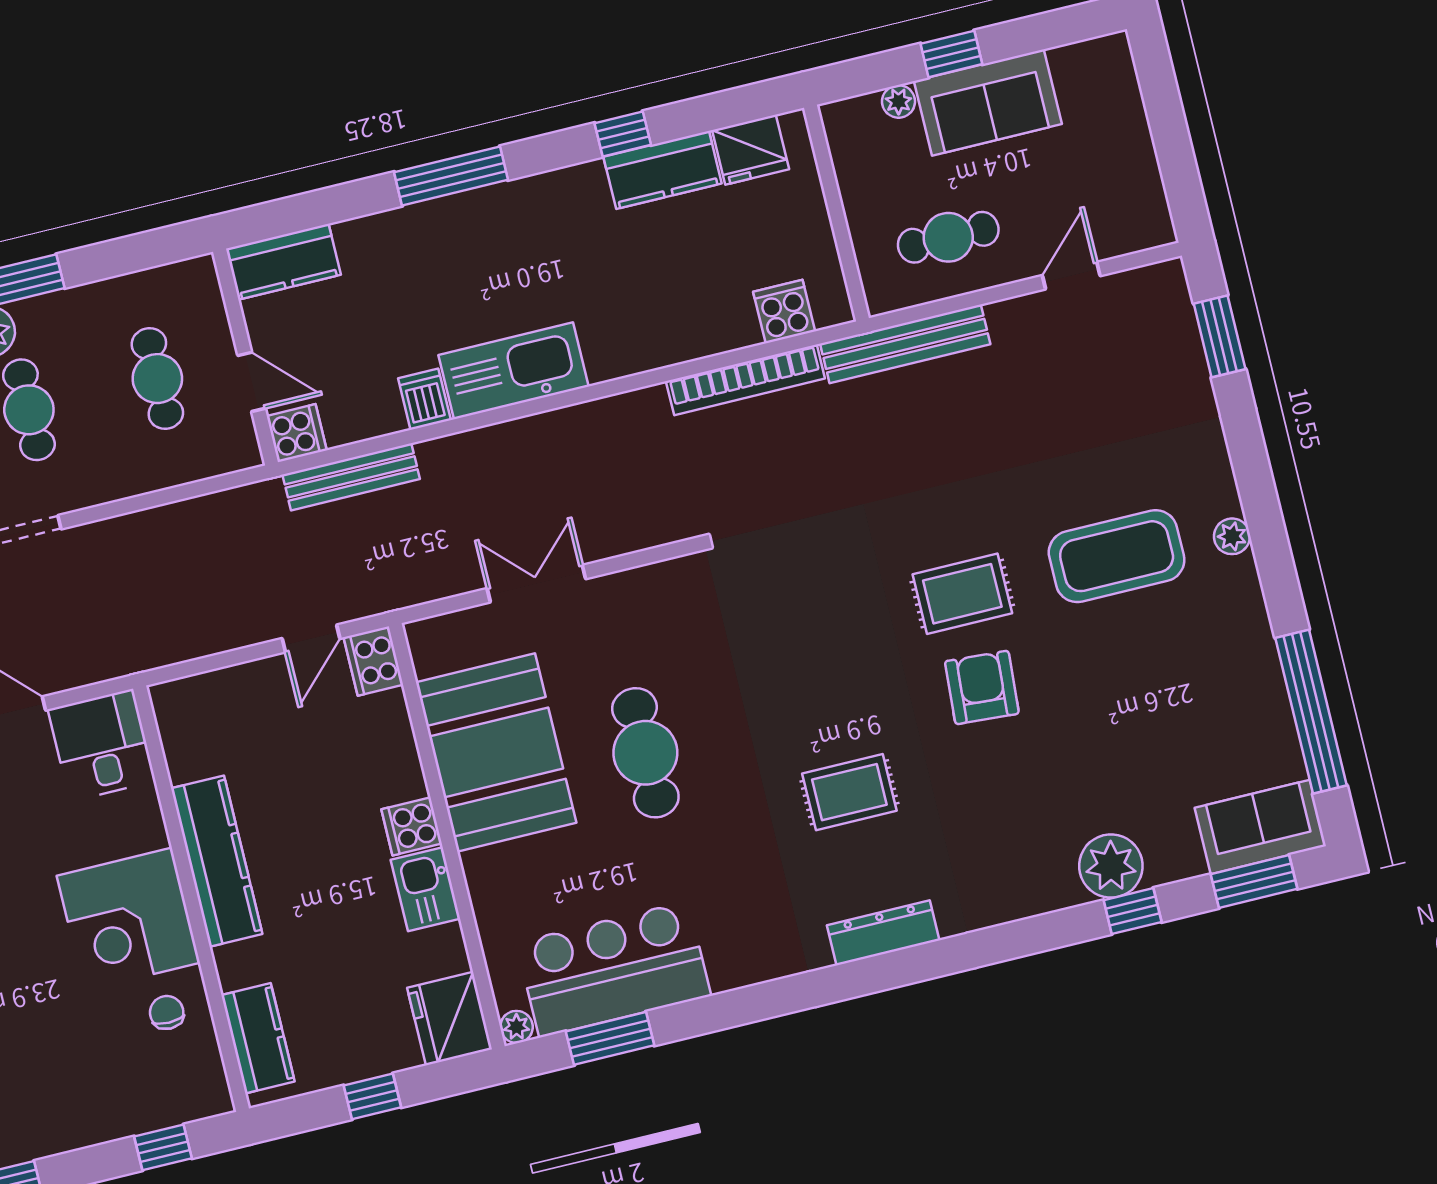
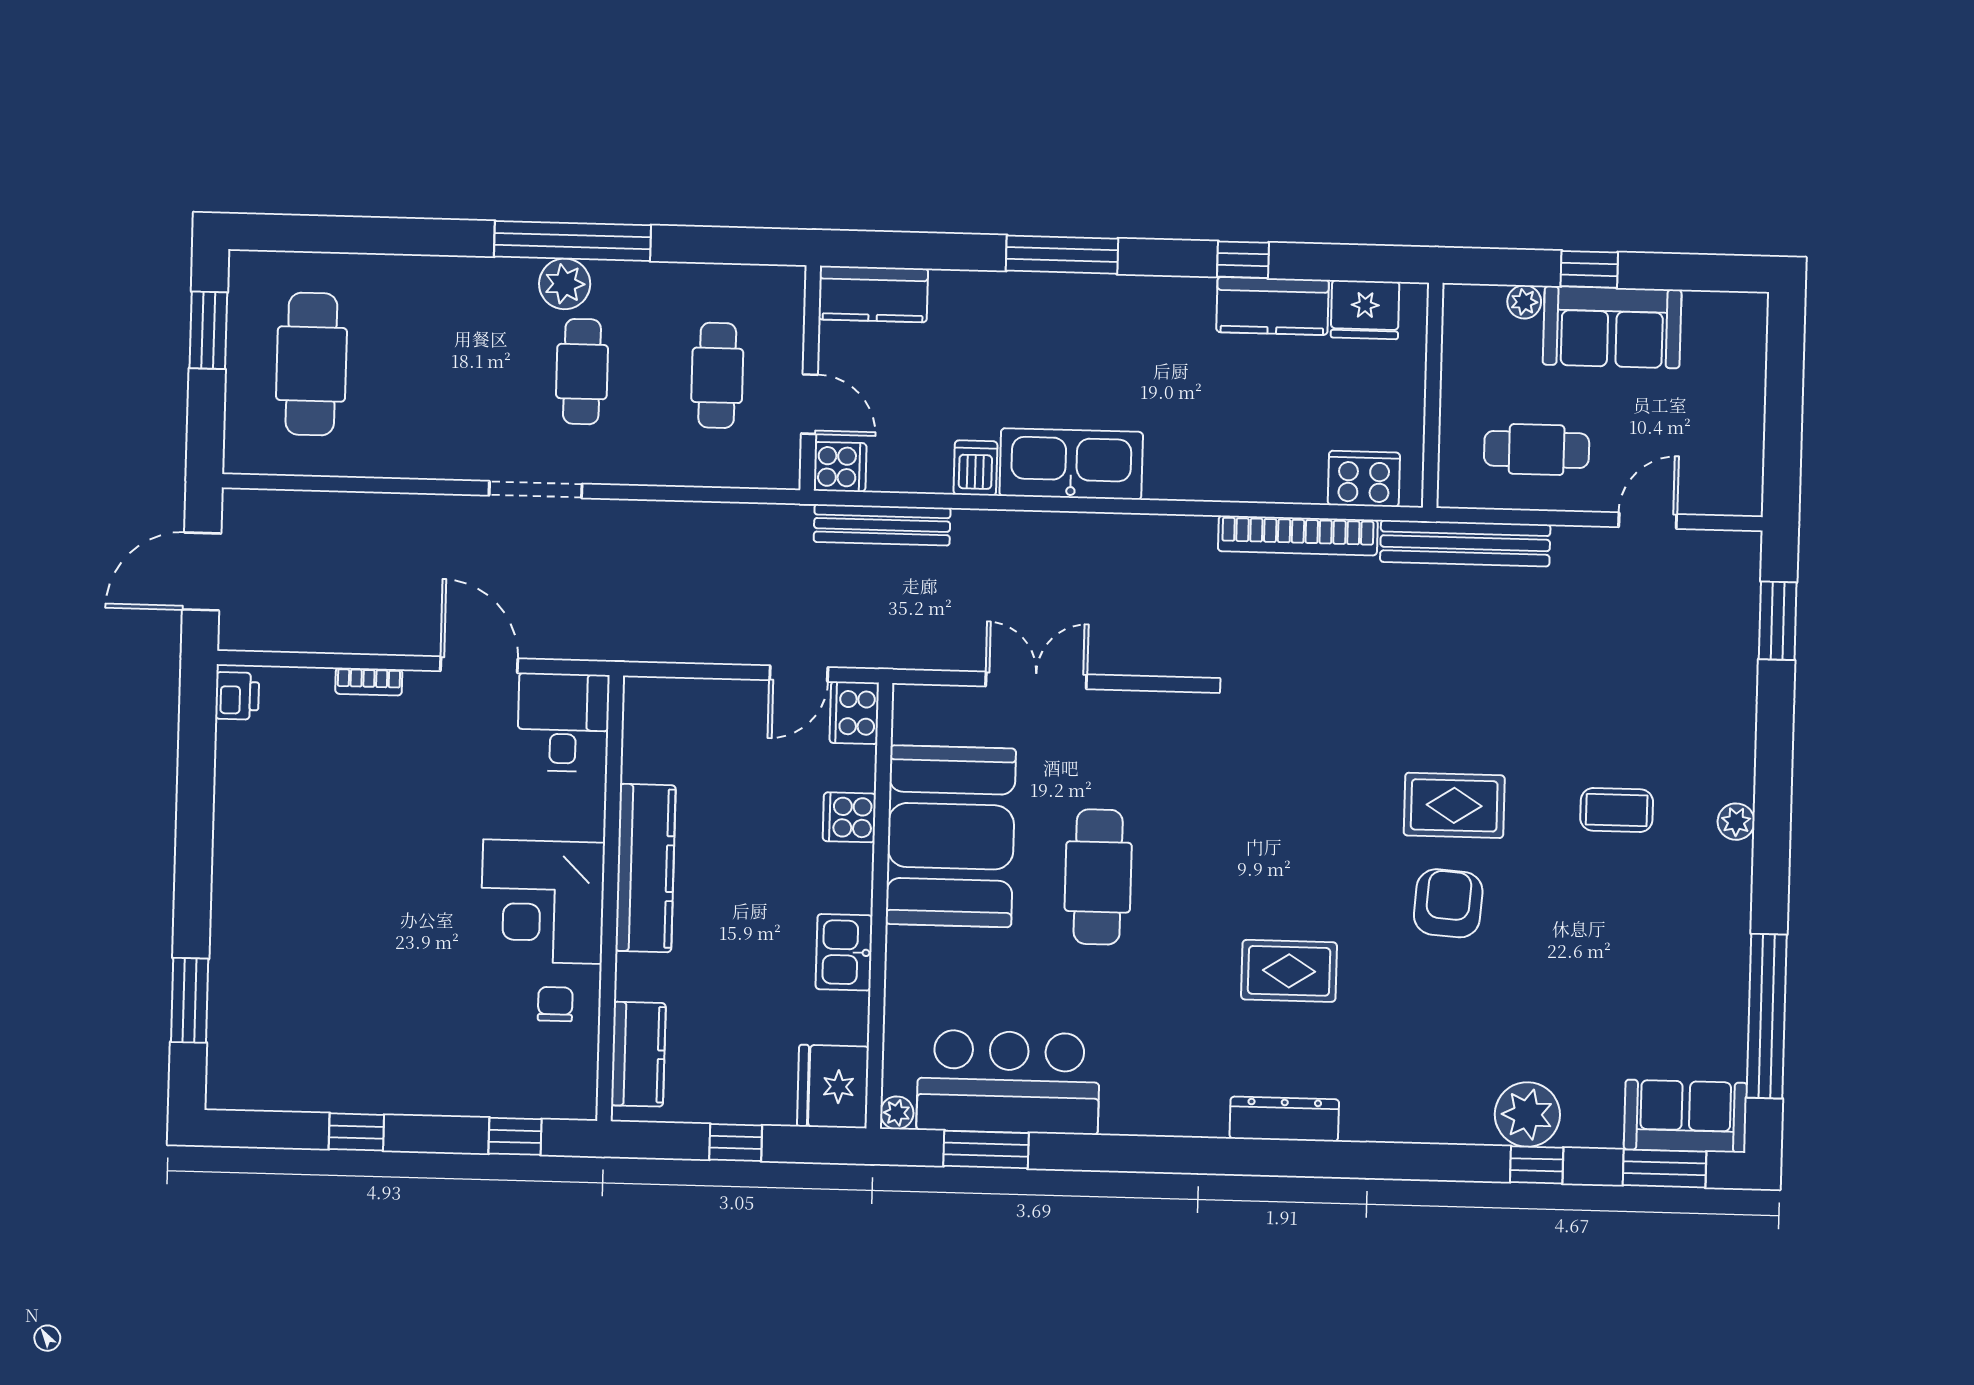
cooker: (784, 311) -> (1364, 479), width x1.36
coffee table: (1117, 556) -> (1617, 810), width x0.54, depth x0.58
cooker: (412, 826) -> (849, 817), moved

